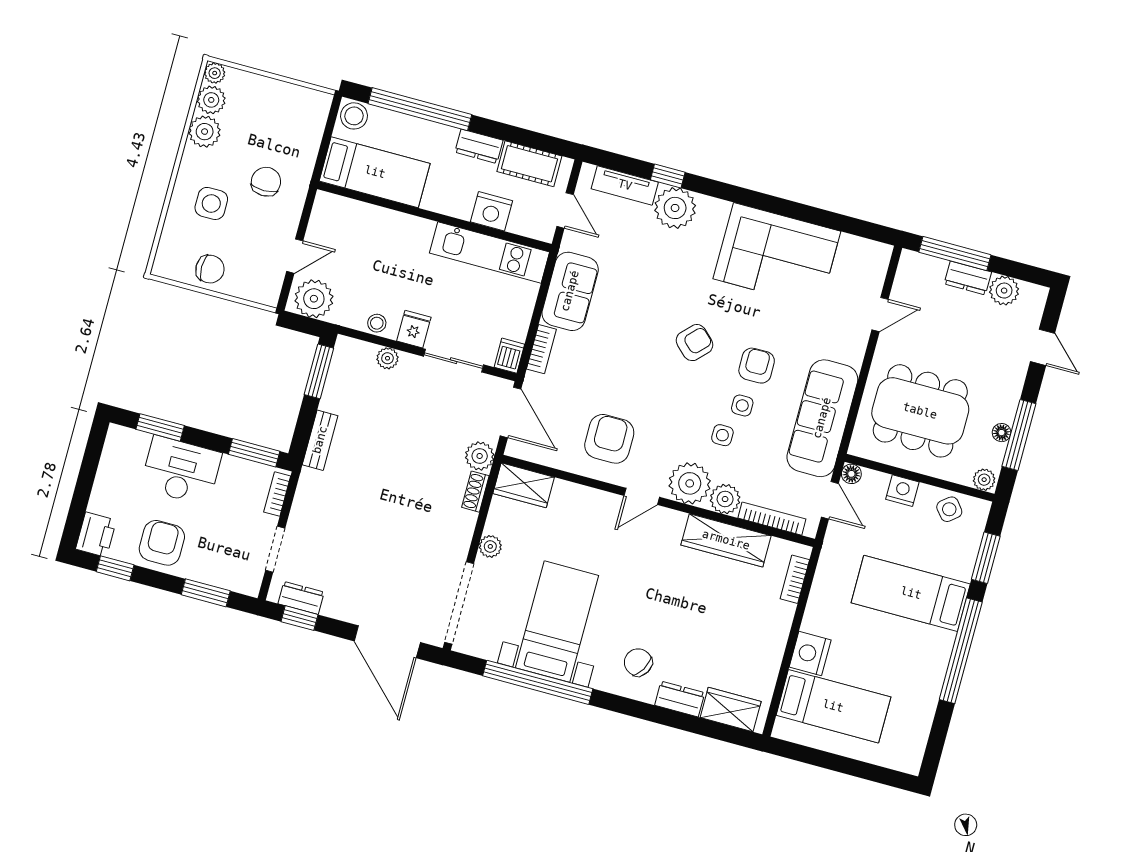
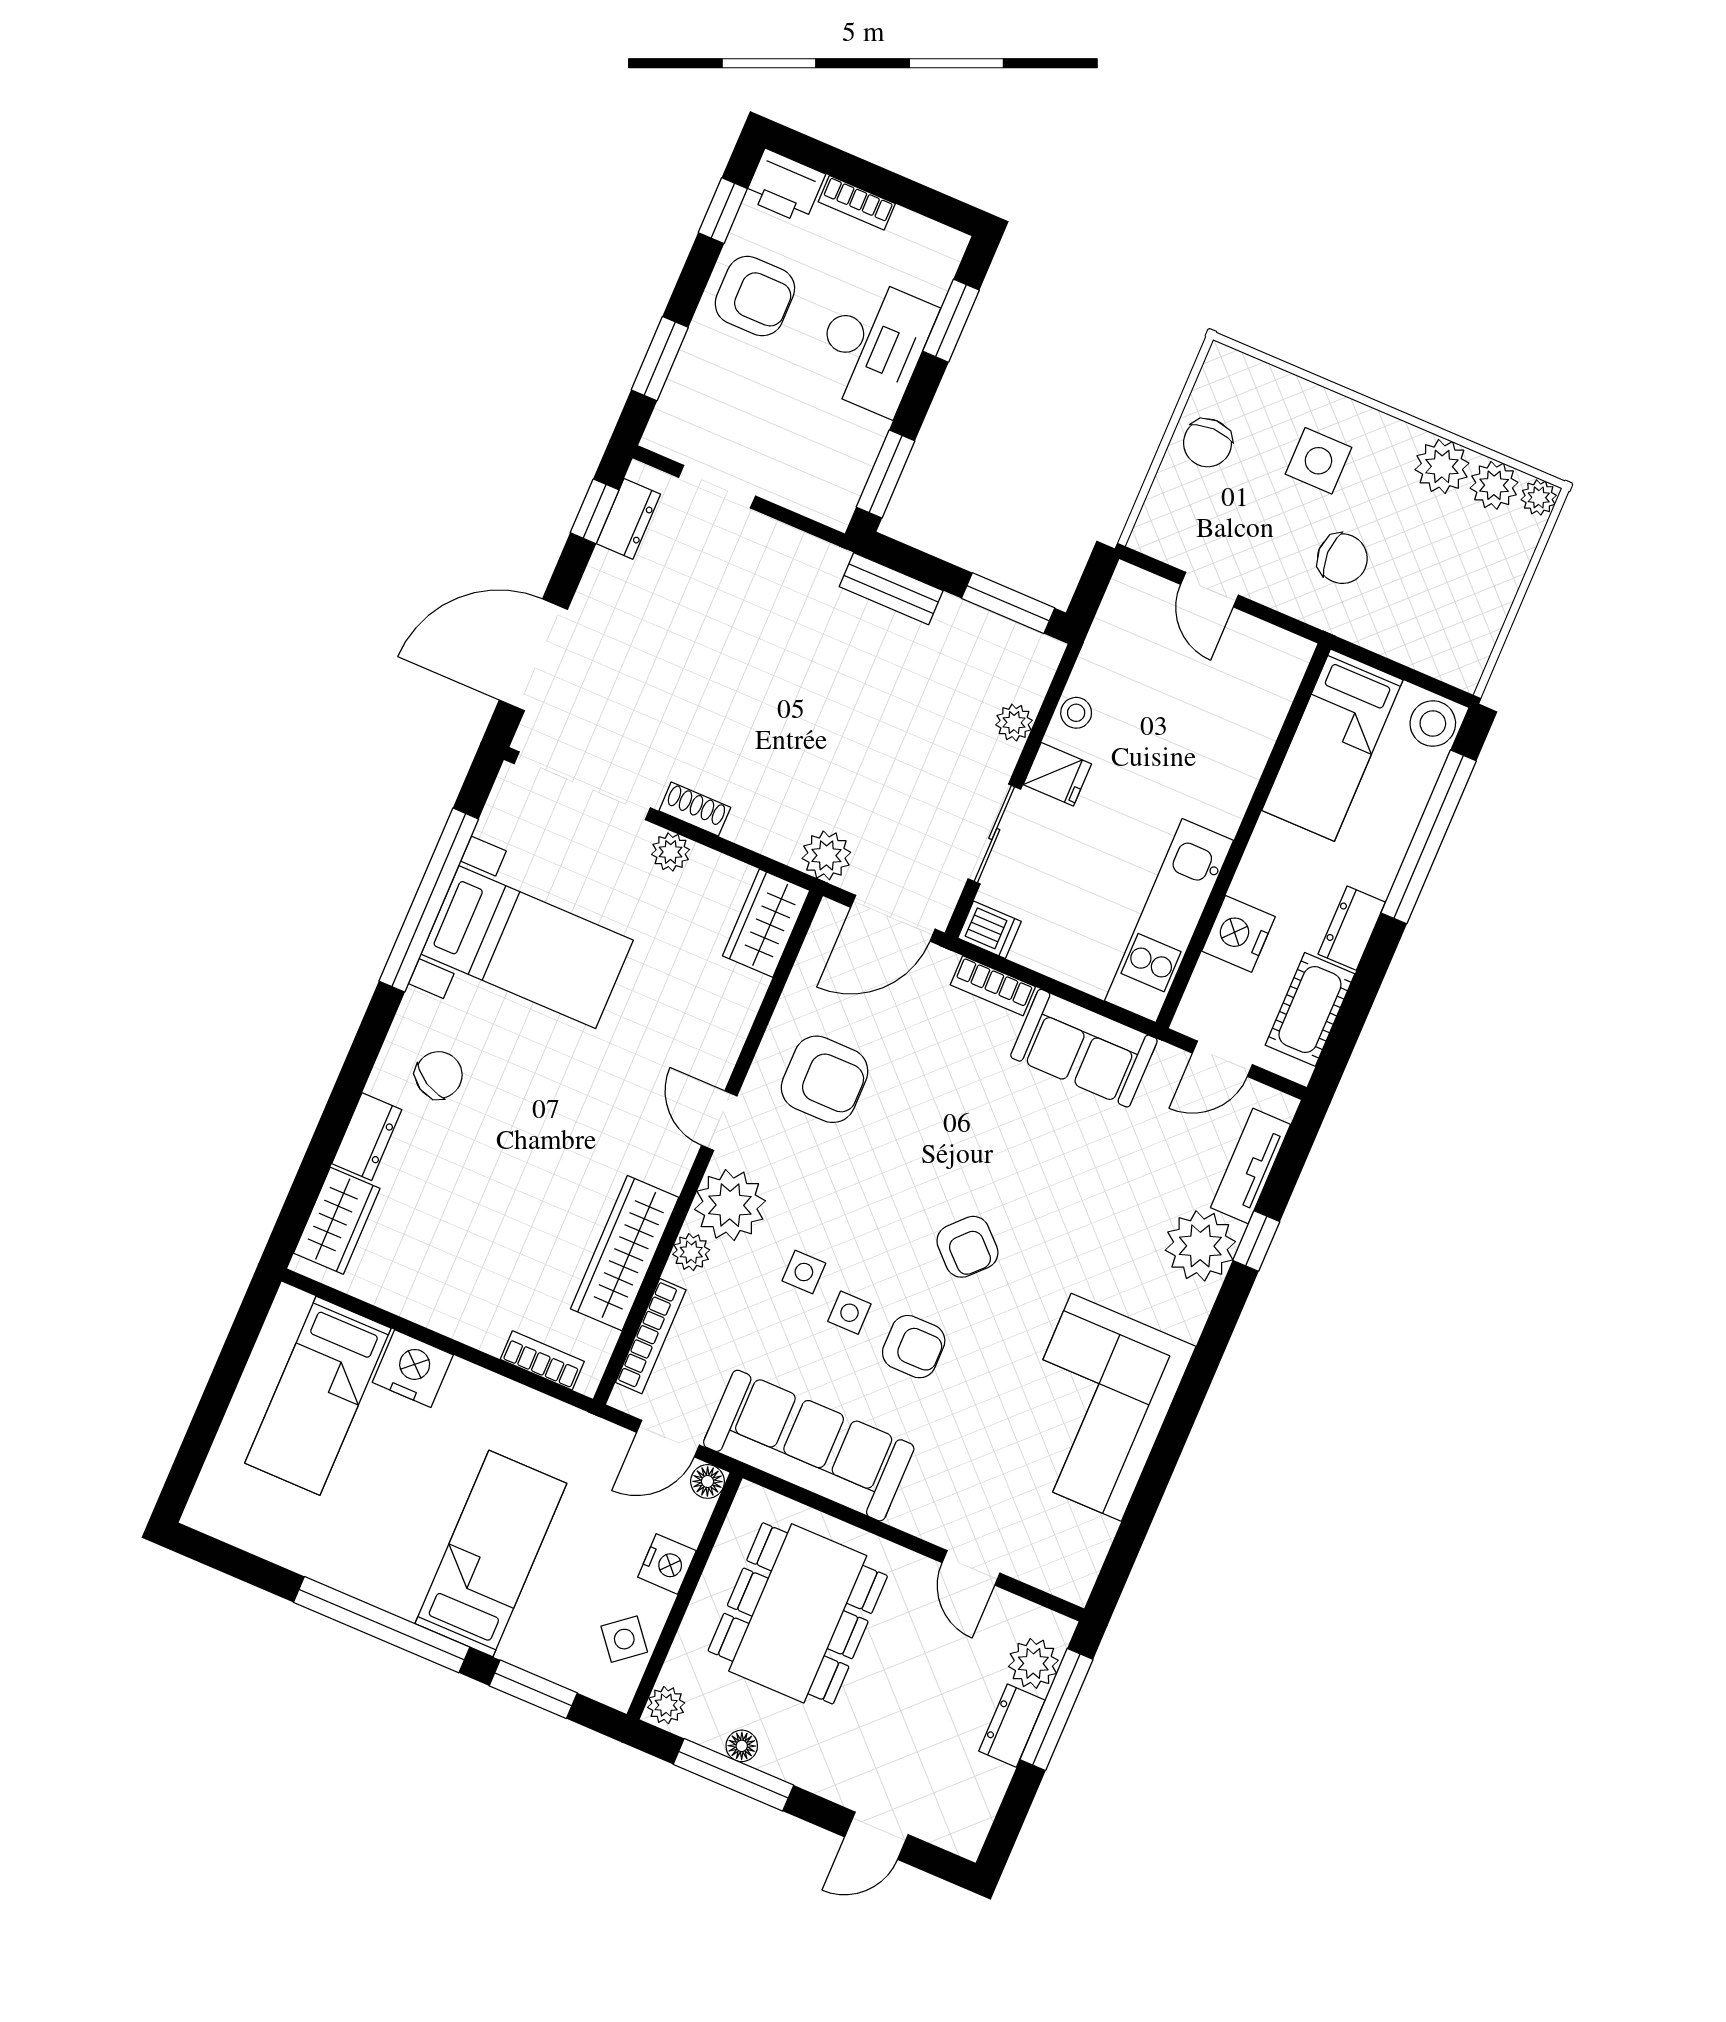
plant: (1004, 291) -> (1033, 1663), moved
plant: (314, 299) -> (1133, 612), removed
shoe rack: (475, 492) -> (695, 809), moved
bookcase: (277, 494) -> (857, 203), moved, turned 180
plant: (725, 499) -> (691, 1252), width x0.73, depth x0.73

